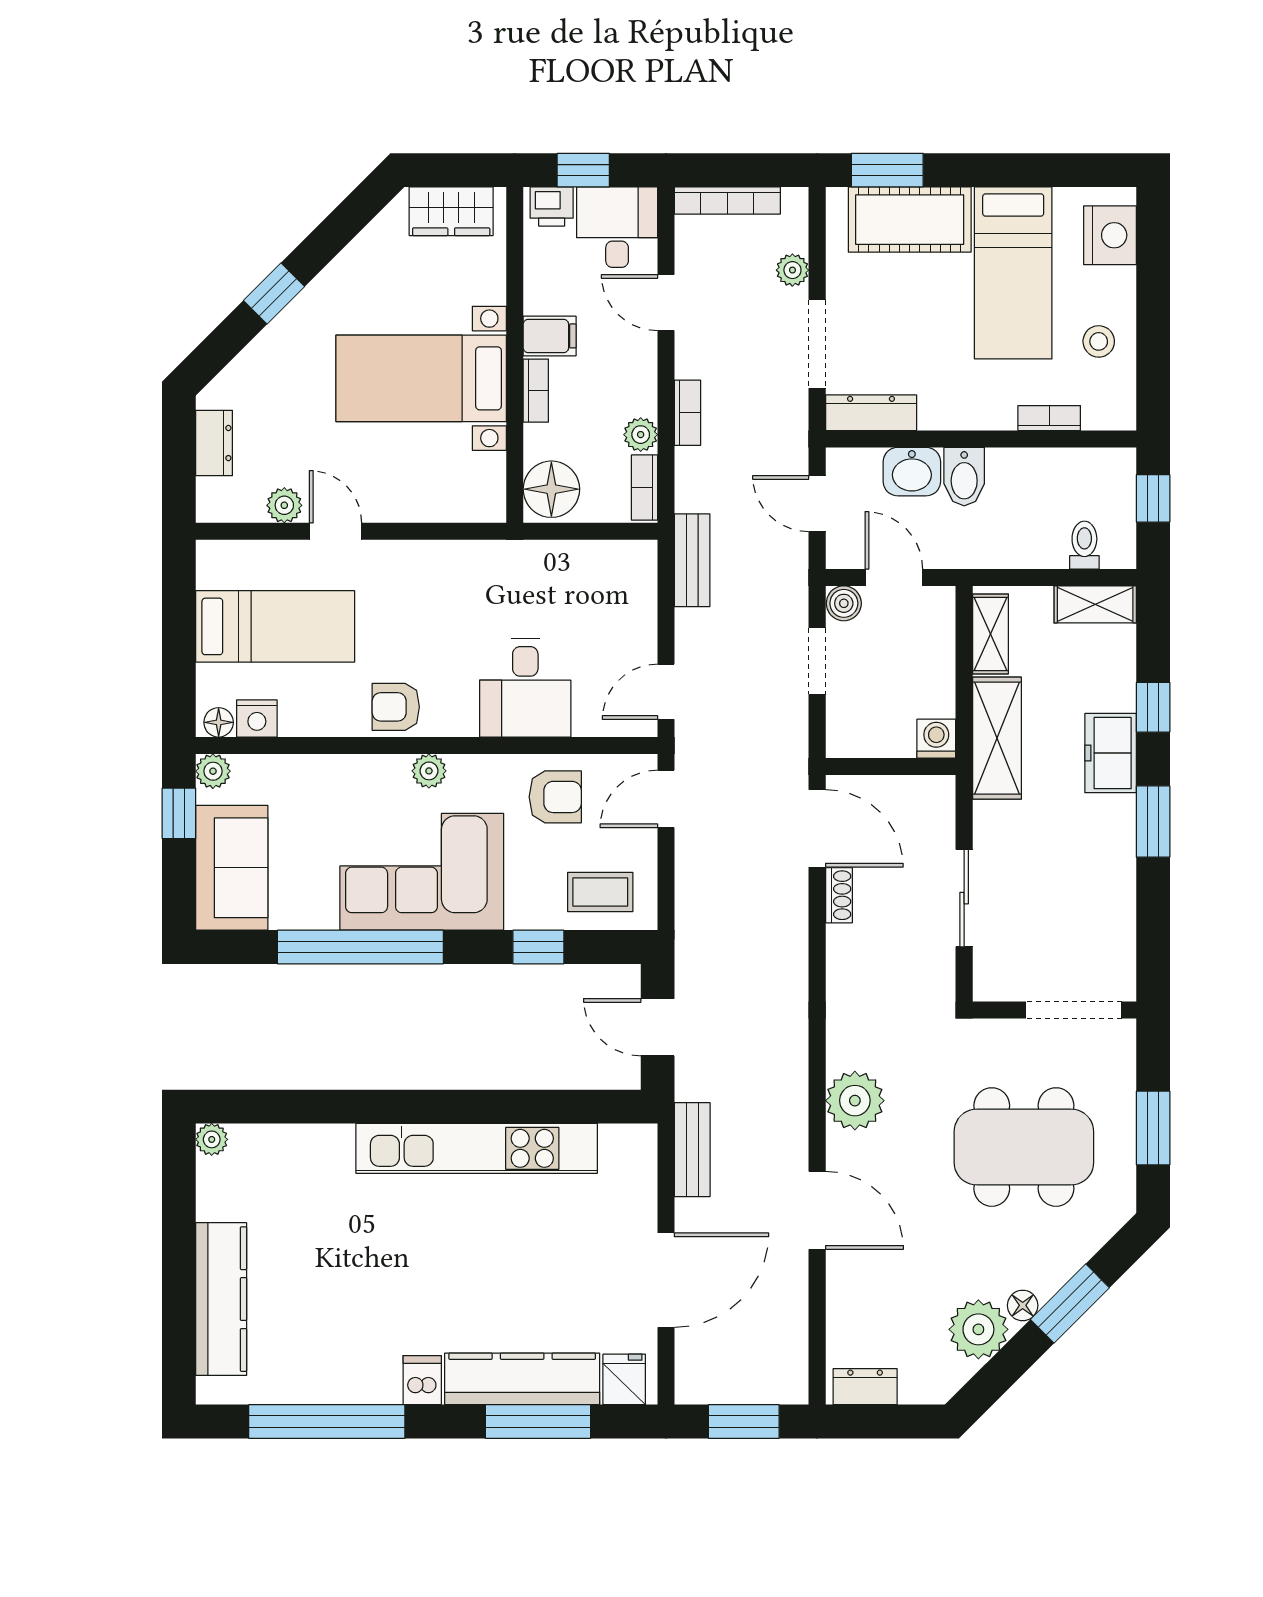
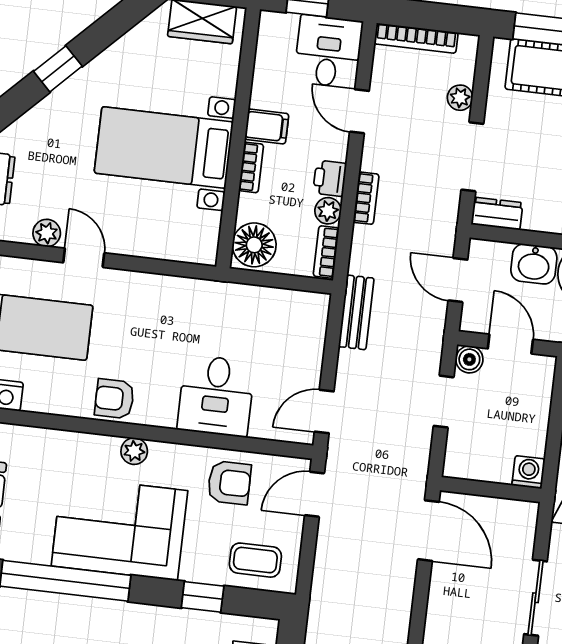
printer: (552, 207) -> (330, 178), moved, turned 90
dresser: (871, 413) -> (497, 214), width x0.70
shoe rack: (839, 895) -> (439, 584), removed

